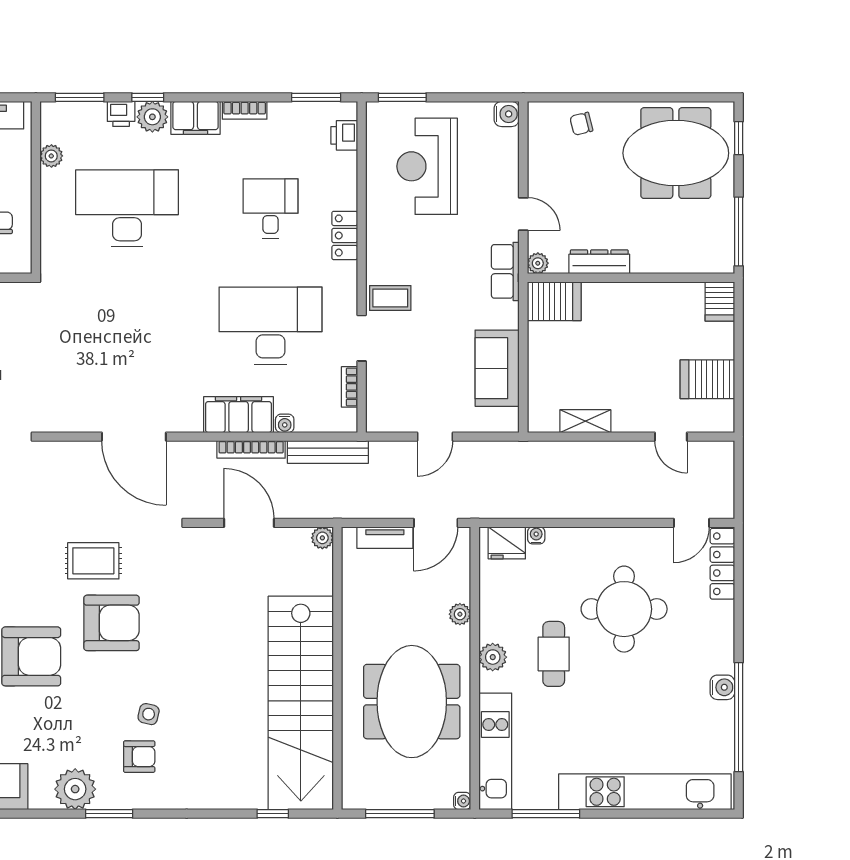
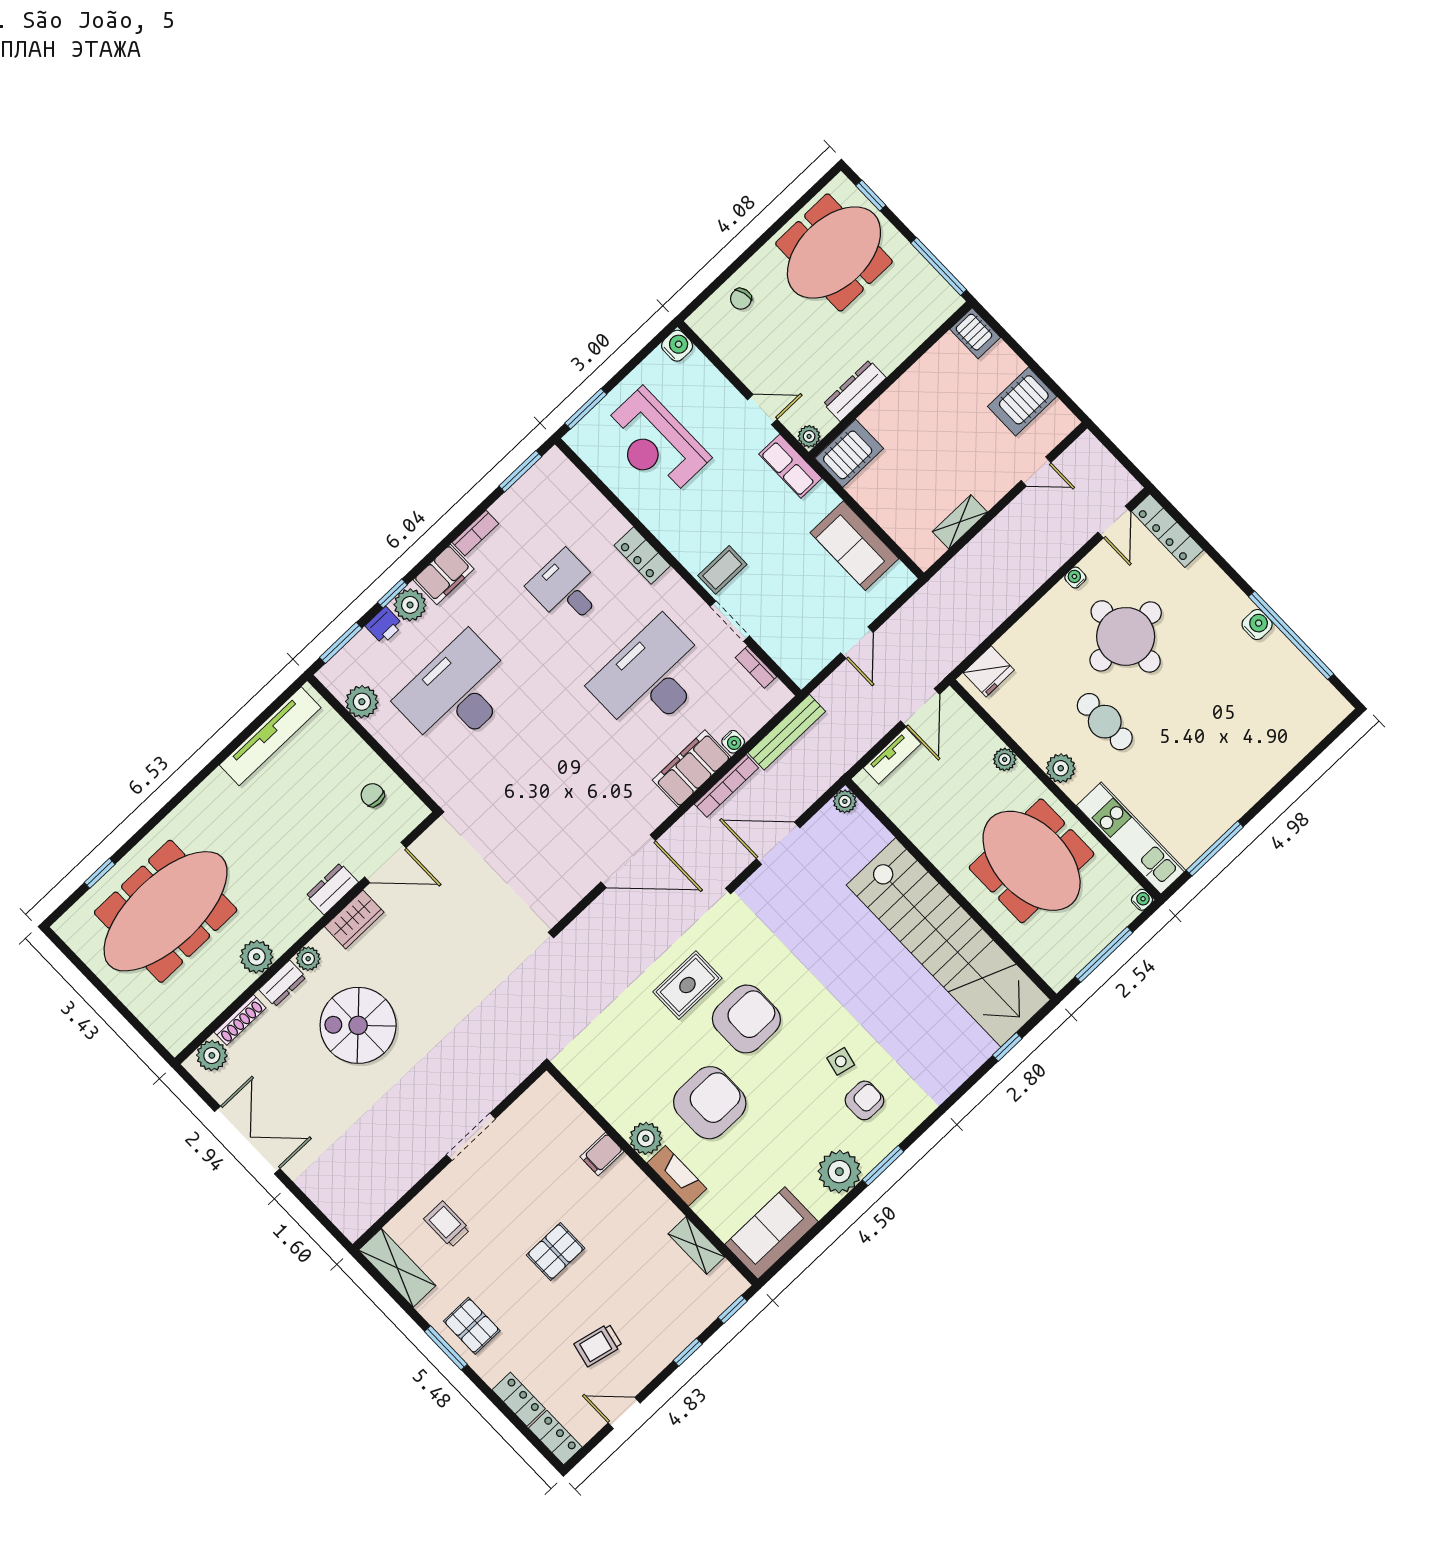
printer: (344, 135) -> (569, 480), removed
plant: (51, 156) -> (362, 702), width x1.38, depth x1.38
water cooler: (536, 535) -> (1075, 577), moved
kitchen unit: (645, 792) -> (1274, 760), removed

